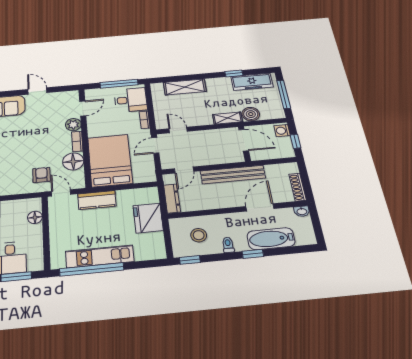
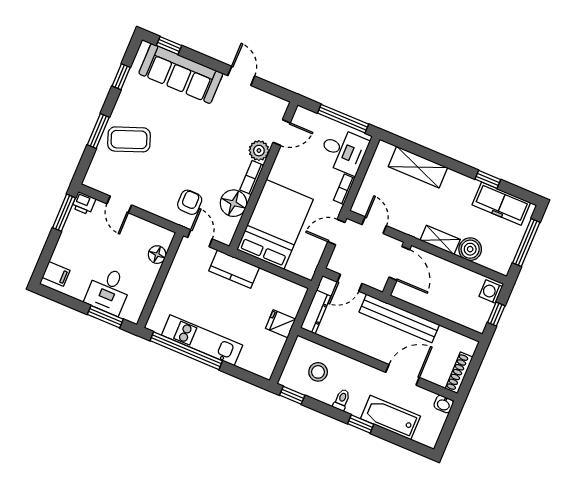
door: (244, 140) -> (399, 263), moved
wall: (244, 144) -> (397, 269), moved
fridge: (148, 218) -> (281, 324), width x0.53, depth x0.75

